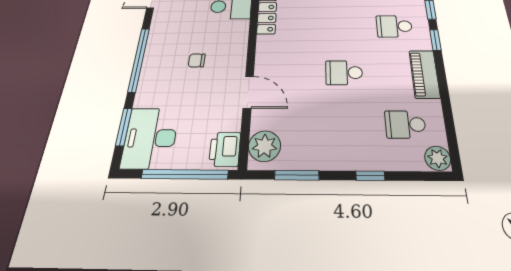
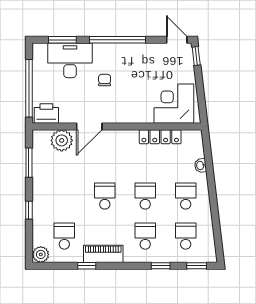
school desk: (342, 27) -> (145, 196), added
window: (435, 40) -> (87, 266), moved
chair: (197, 60) -> (105, 80), moved
desk: (150, 138) -> (70, 60), moved
plant: (265, 146) -> (62, 140), moved

